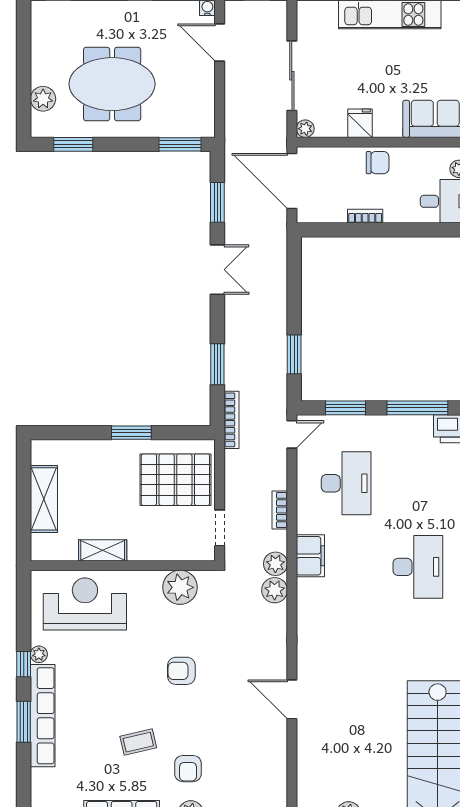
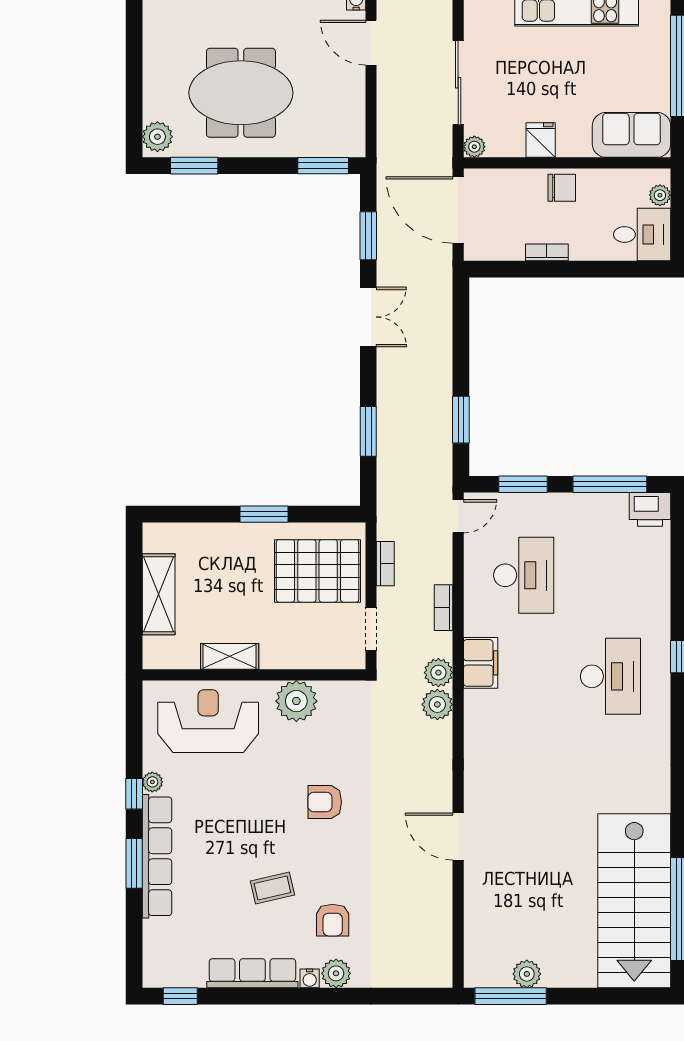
plant: (43, 99) -> (157, 137), moved
bookcase: (232, 420) -> (385, 564), moved, width x0.64
plant: (180, 587) -> (296, 701), moved

